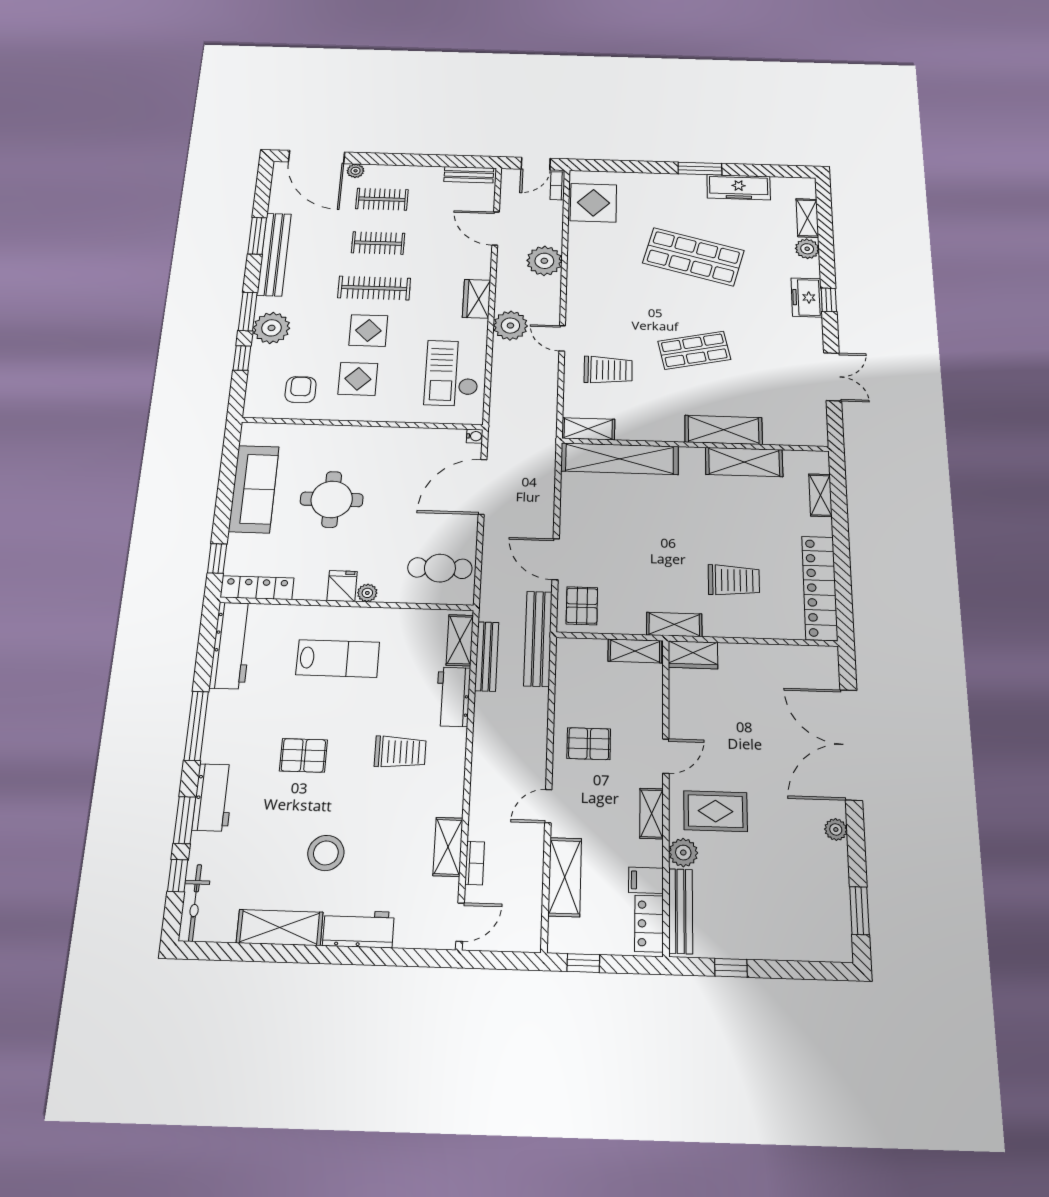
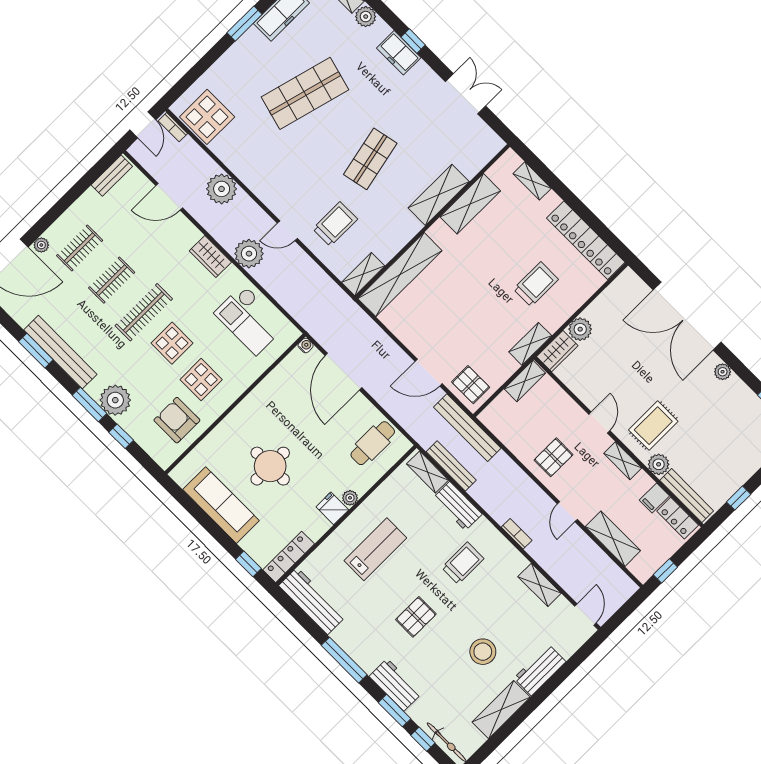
armchair: (301, 390) -> (177, 420), width x1.38, depth x1.38
plant: (735, 657) -> (580, 329), added
bookcase: (475, 863) -> (517, 534), moved

